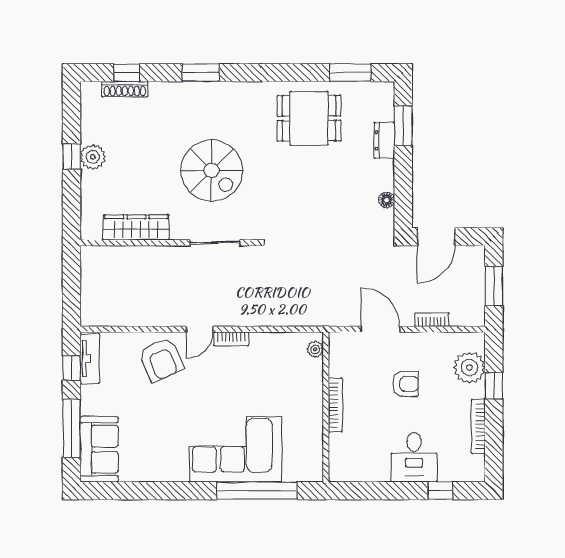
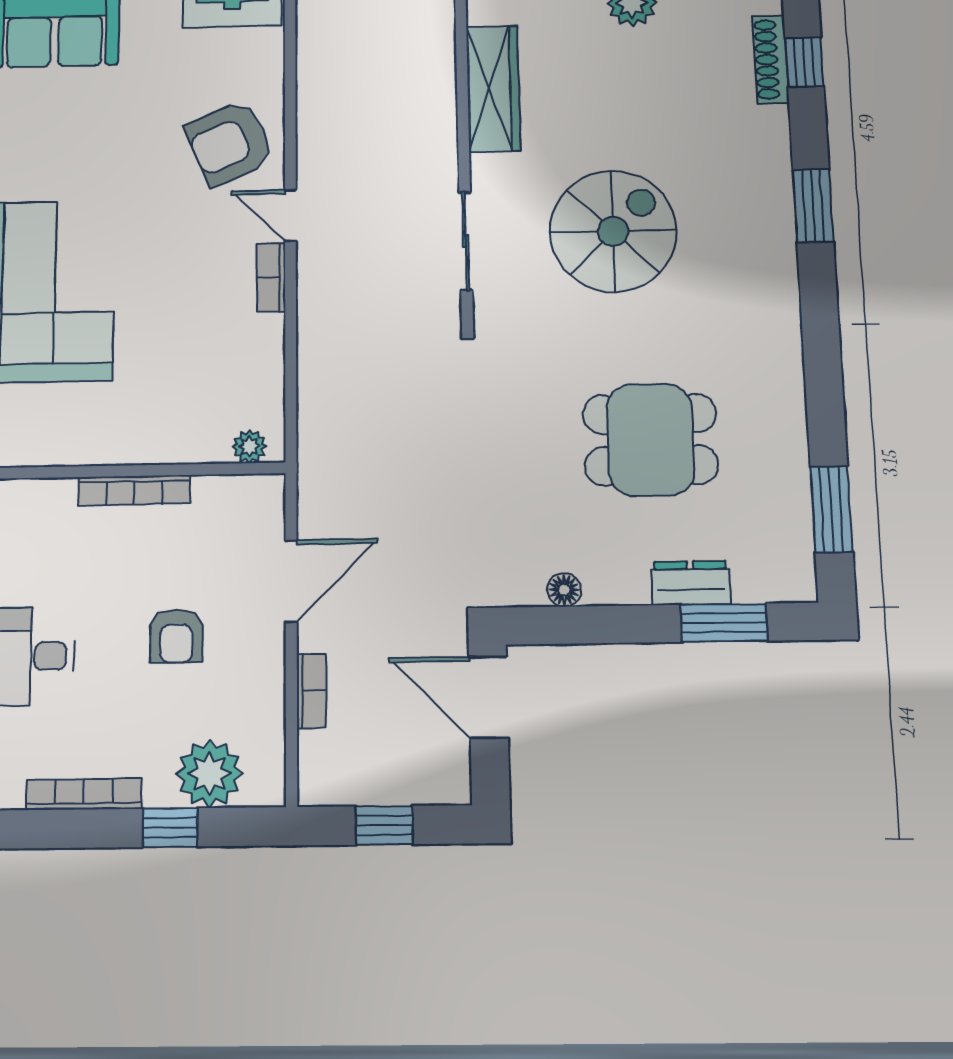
dining table: (309, 118) -> (650, 440), moved, turned 90
spiral stairs: (212, 170) -> (613, 231), turned 180
window: (494, 286) -> (384, 825), width x0.67

